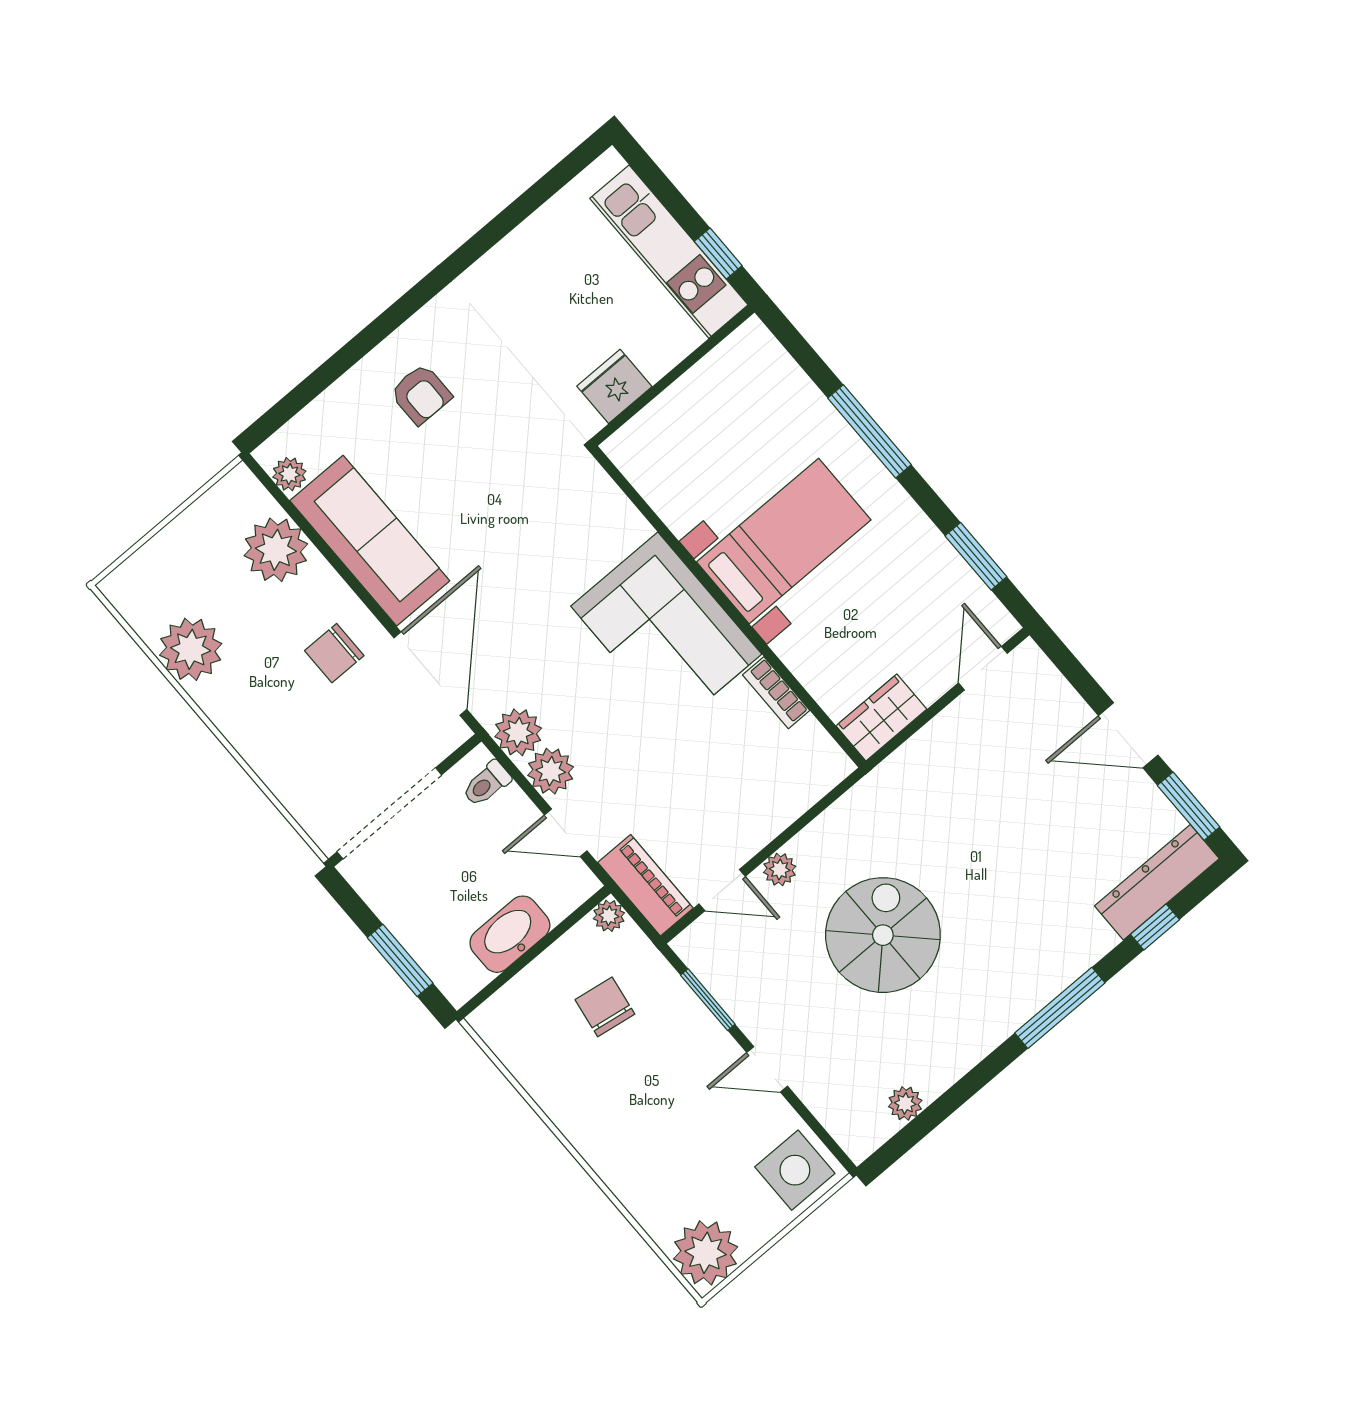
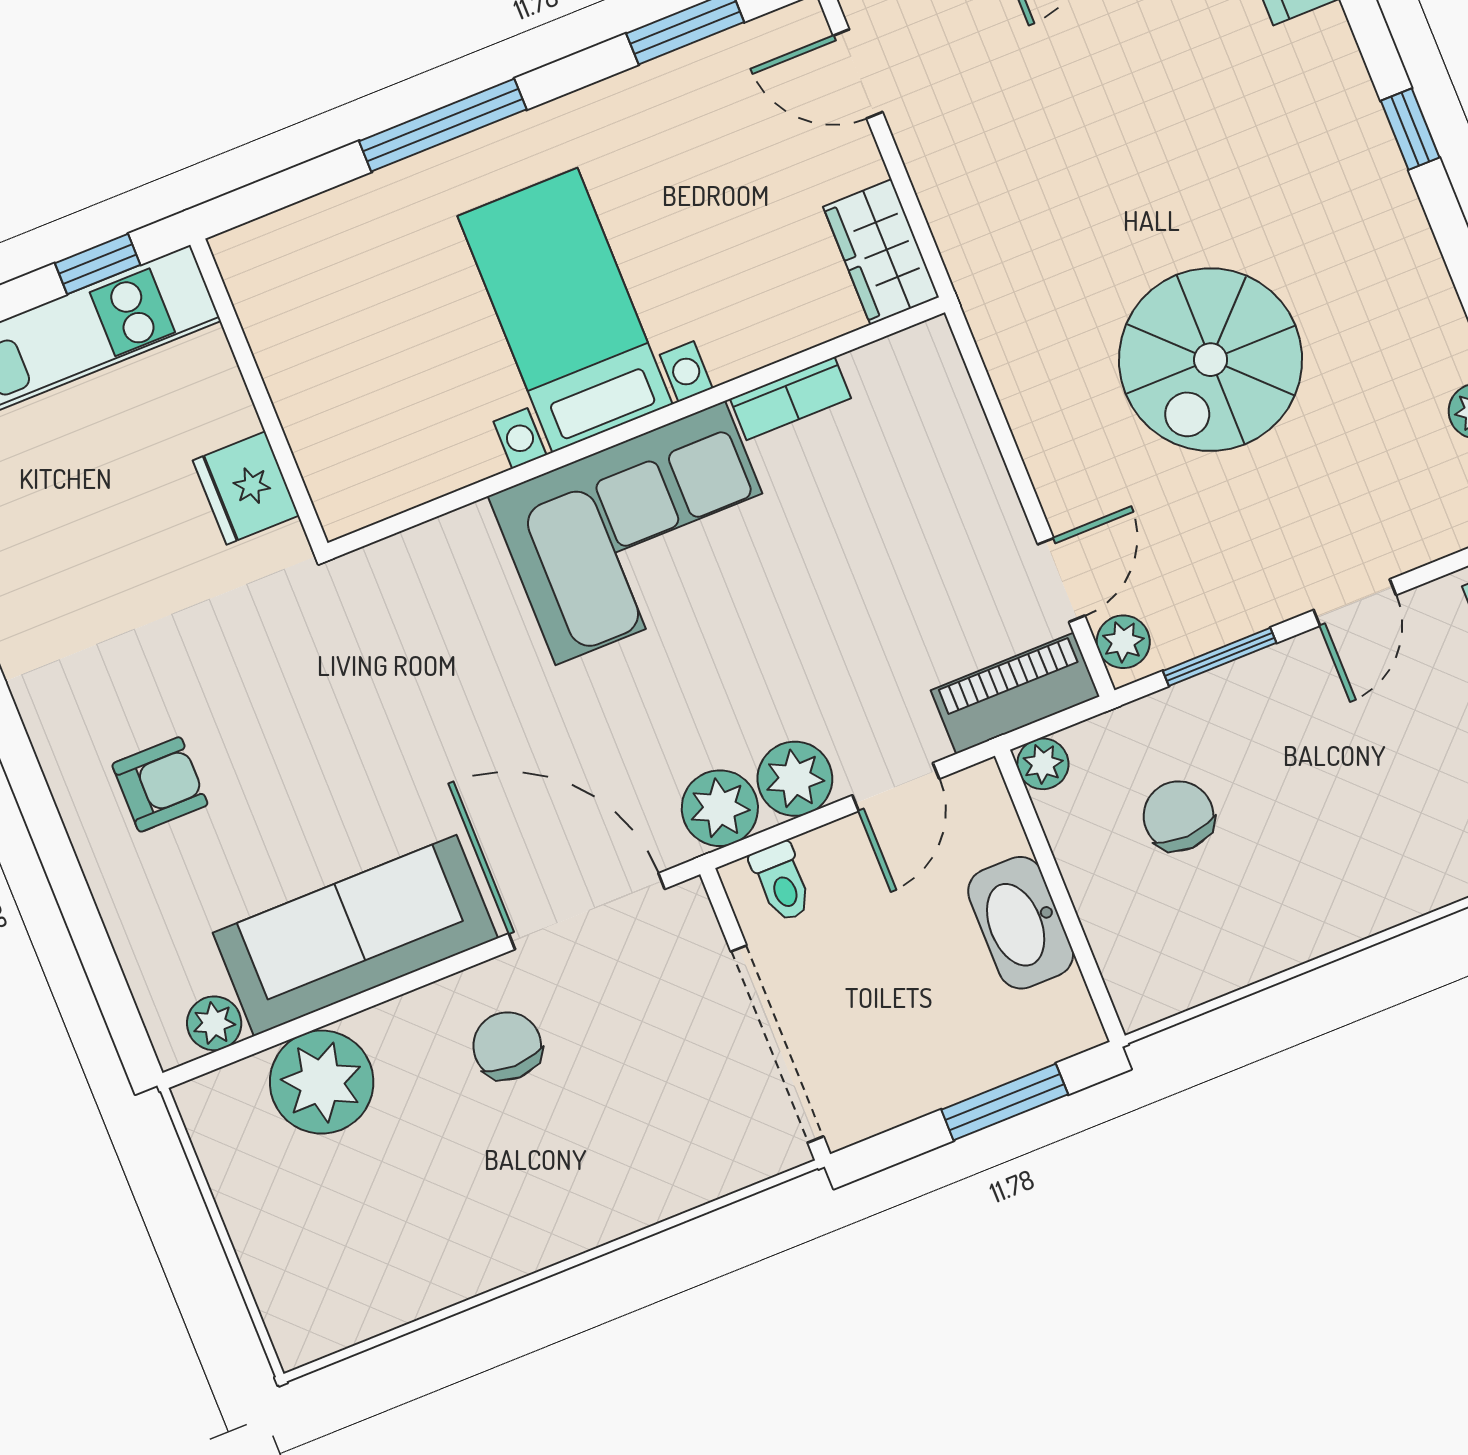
plant: (191, 649) -> (429, 1261), removed
chair: (334, 653) -> (507, 1046), turned 180
plant: (780, 869) -> (1123, 642), moved
spiral stairs: (883, 935) -> (1211, 360), turned -90
chair: (605, 1007) -> (1179, 816), turned 79
window: (1060, 1008) -> (1410, 129), width x0.46

